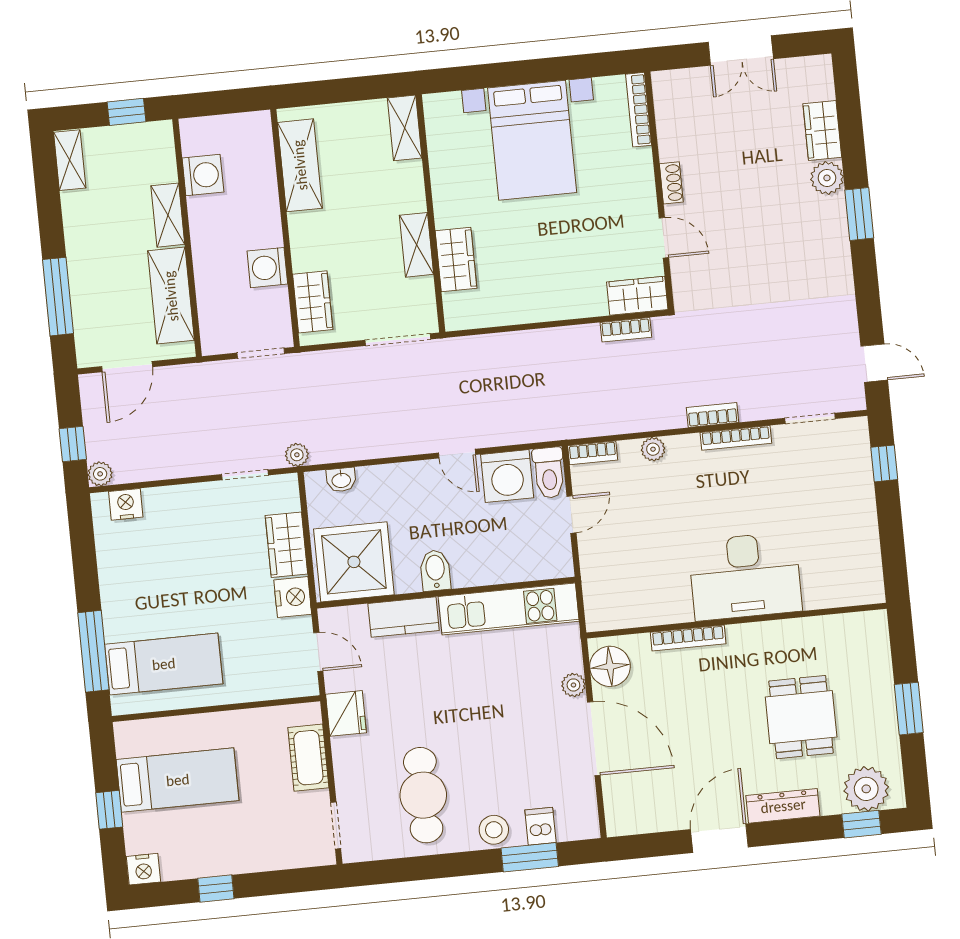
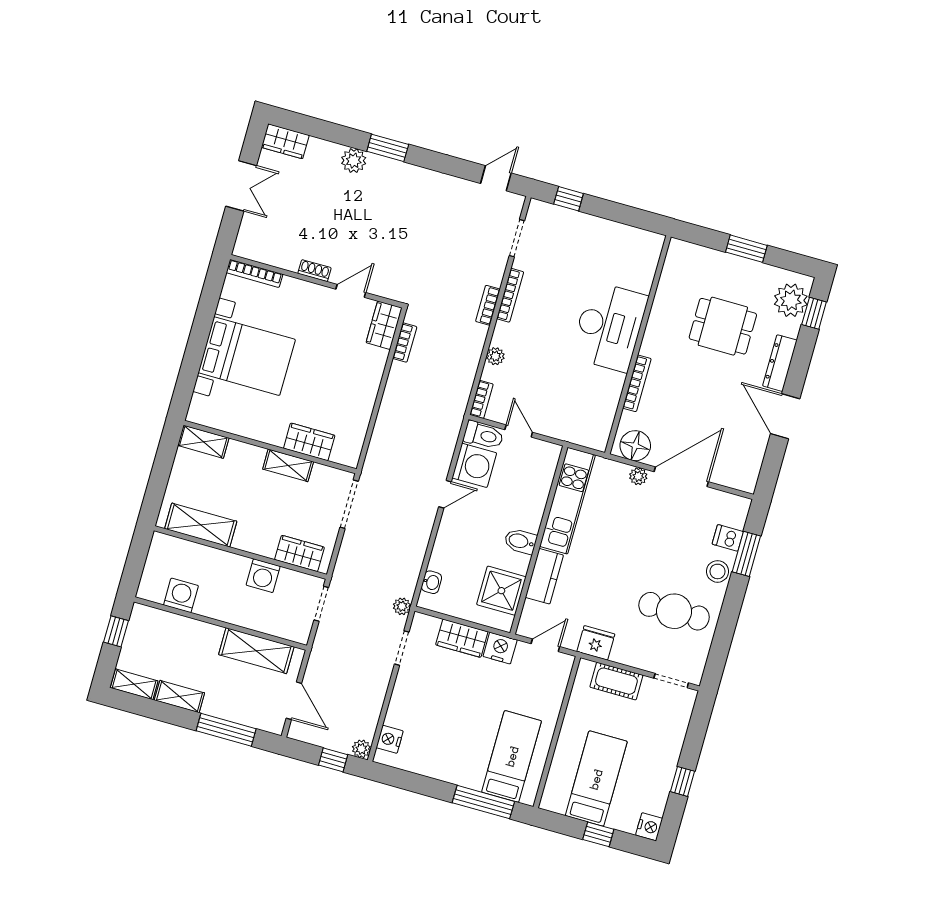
wardrobe: (822, 131) -> (285, 141), moved
shelving: (168, 215) -> (179, 697), moved
shower: (354, 562) -> (501, 591), width x0.73, depth x0.73

